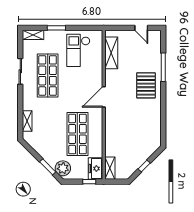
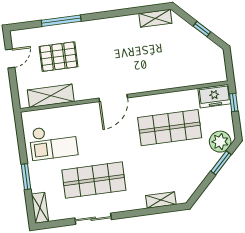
pallet: (146, 85) -> (58, 57), moved
door: (104, 97) -> (113, 98), hinge flipped
shelving: (110, 168) -> (155, 18), moved

